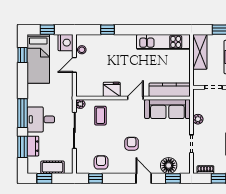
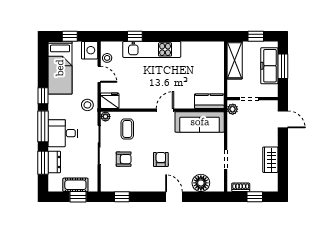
kitchen unit: (163, 42) -> (152, 49), moved
window: (23, 55) -> (43, 96), moved
door: (74, 65) -> (99, 74), swing flipped
fridge: (112, 89) -> (110, 101), moved
kitchen counter: (170, 90) -> (209, 101), width x0.67
stool: (64, 93) -> (87, 105), added
plant: (198, 119) -> (233, 109), moved
armchair: (101, 162) -> (124, 159), moved, turned 90
window: (44, 178) -> (78, 197), moved
window: (173, 178) -> (205, 197), removed

